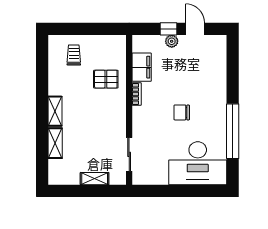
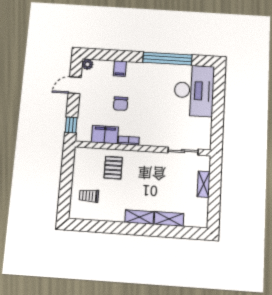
window: (168, 29) -> (71, 125), moved
plant: (172, 41) -> (87, 64), moved
filing cabinet: (218, 78) -> (120, 69), added
chair: (182, 112) -> (121, 104), moved

